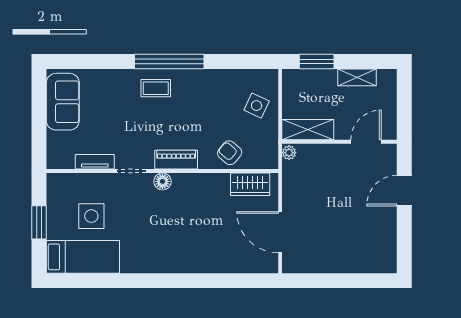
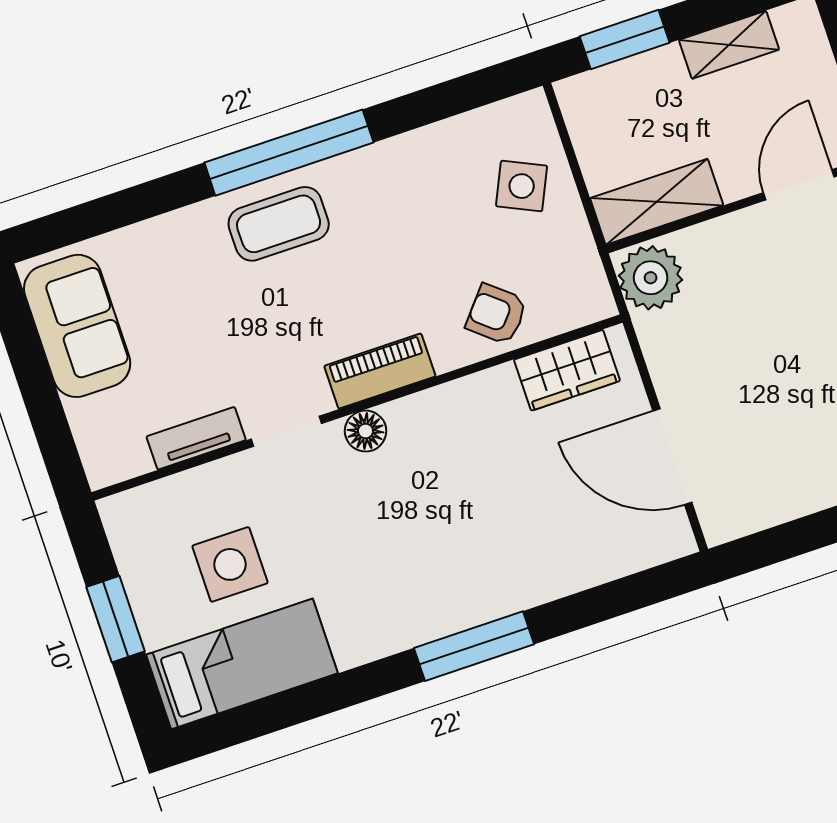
coffee table: (156, 88) -> (279, 224), width x1.36, depth x1.30
plant: (289, 153) -> (651, 278), width x1.88, depth x1.88
window: (177, 281) -> (474, 646), added

